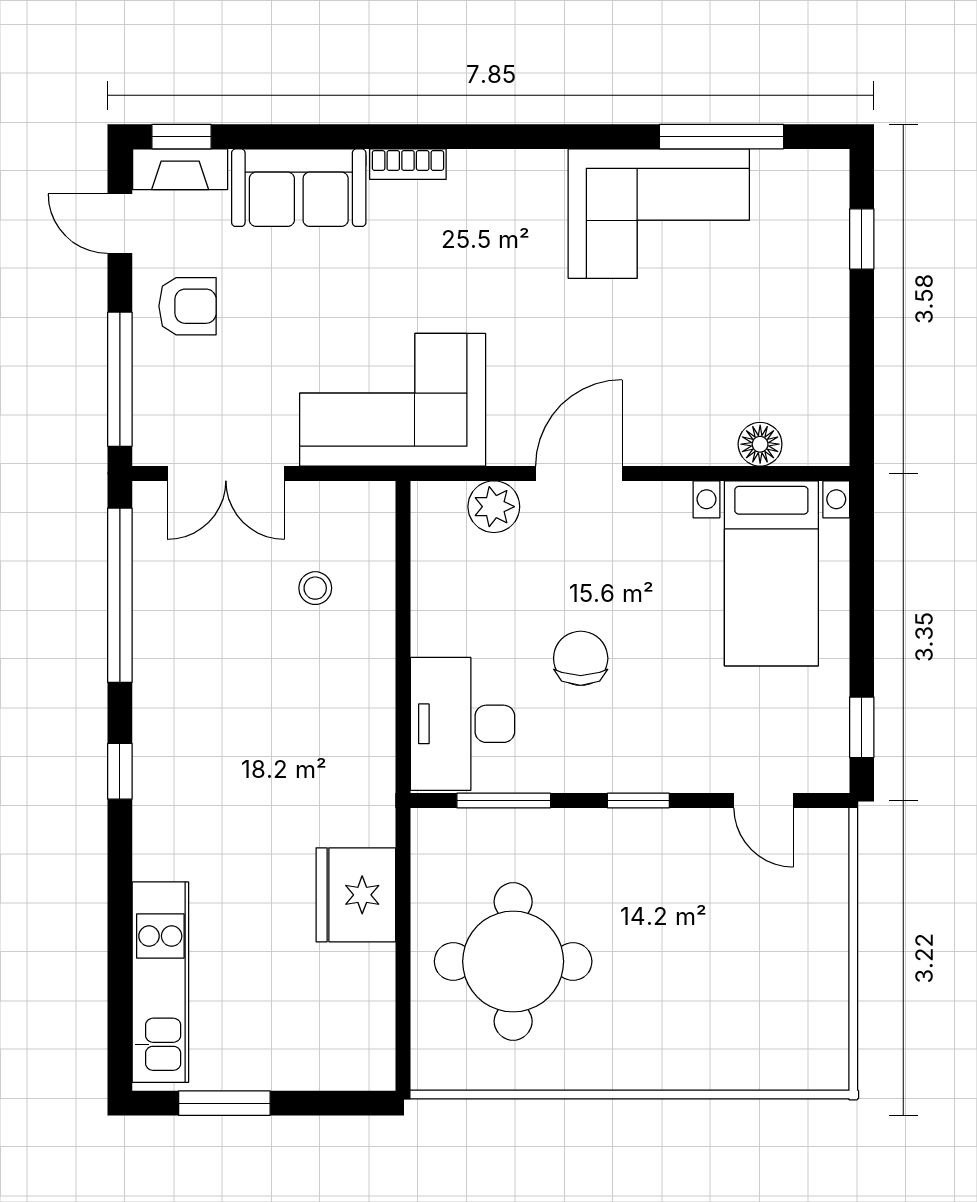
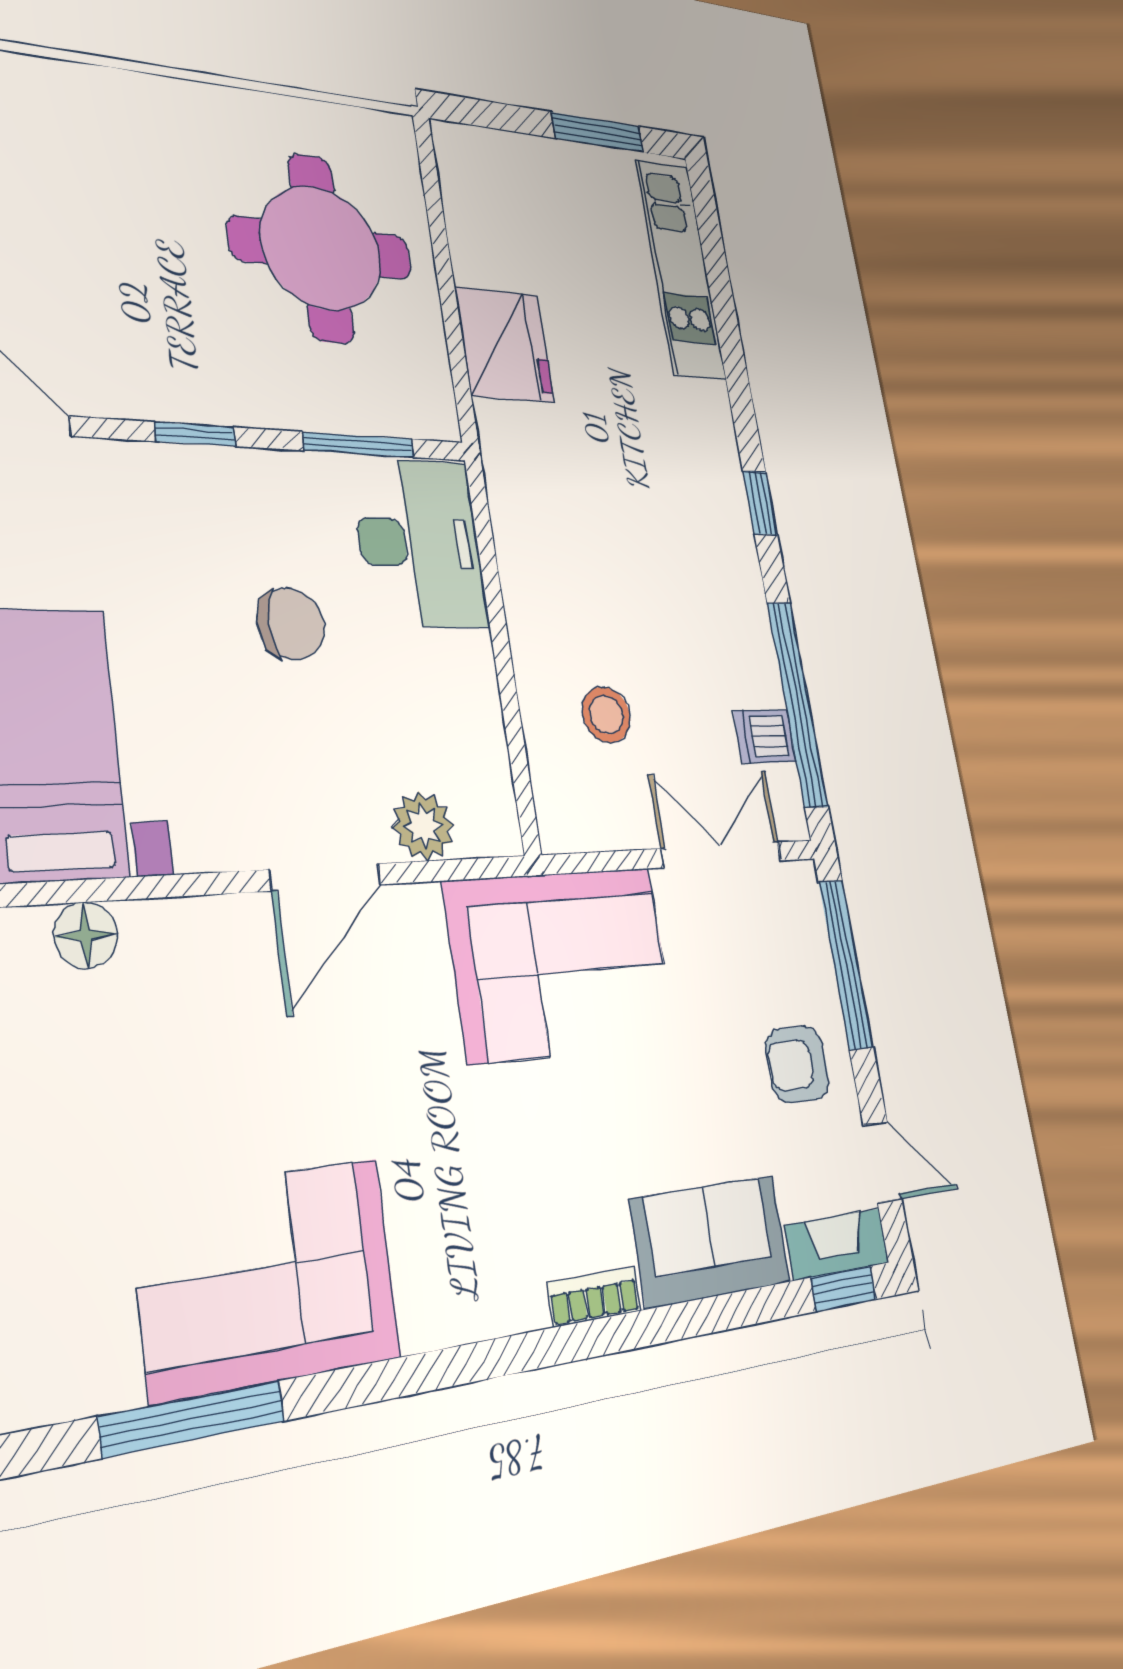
dishwasher: (160, 568) -> (765, 736), added
stool: (315, 588) -> (606, 715), width x1.37, depth x1.37
chair: (581, 658) -> (291, 624), turned -90

